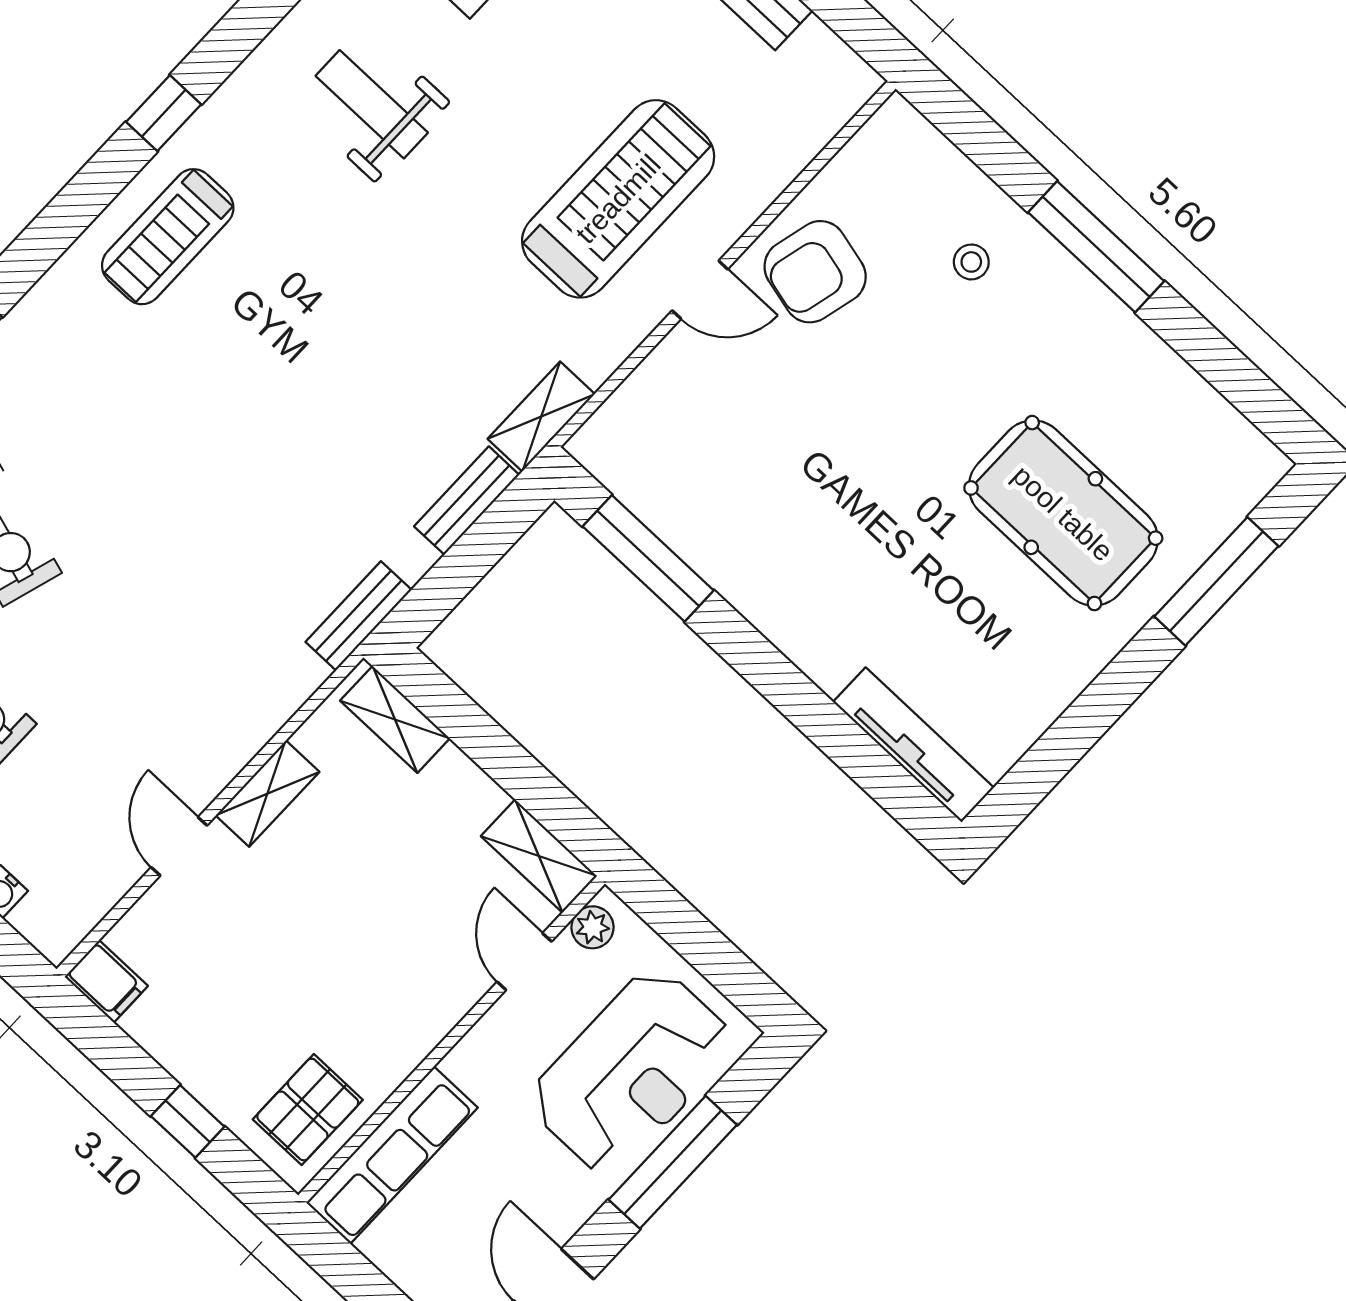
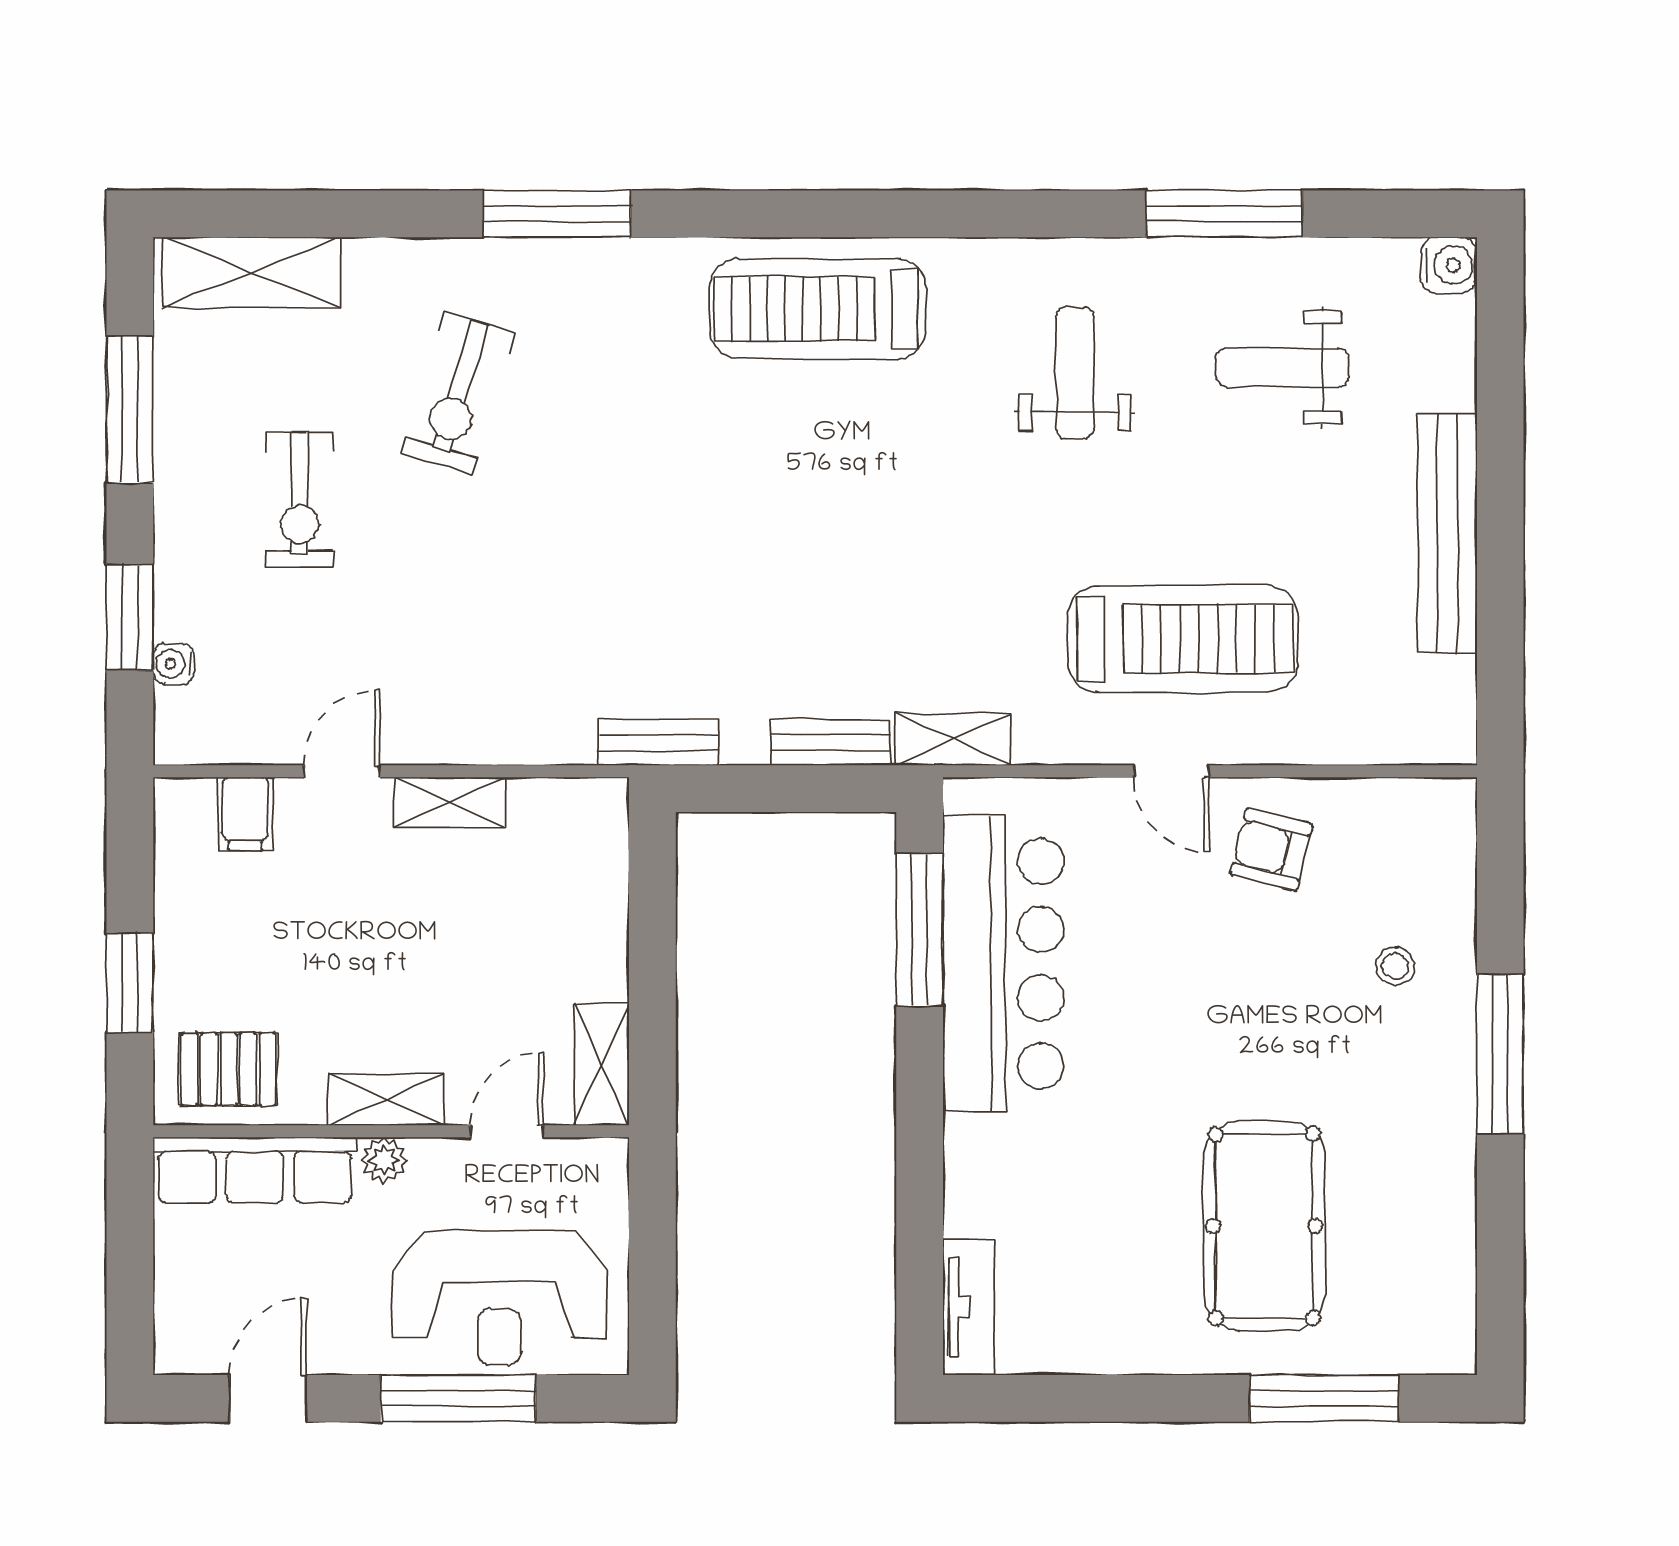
window: (164, 113) -> (913, 214), removed
treadmill: (168, 237) -> (818, 309), width x1.37, depth x1.38
armchair: (815, 272) -> (1271, 849), width x0.72, depth x0.72
bar counter: (723, 523) -> (1003, 964), added
shelving: (395, 719) -> (386, 1100), moved, turned 90
tv unit: (914, 745) -> (969, 1307), width x0.71
plant: (593, 927) -> (384, 1160), moved
filing cabinet: (106, 981) -> (245, 814), moved
window: (188, 1121) -> (130, 983), width x1.50

